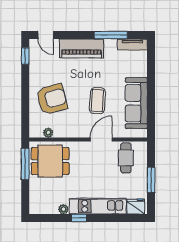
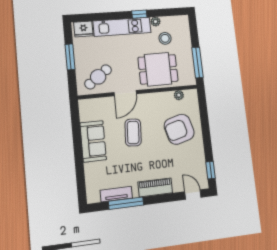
tv unit: (132, 45) -> (116, 194), moved
piano: (82, 48) -> (155, 187), width x0.73, depth x0.75
sofa: (136, 103) -> (93, 141), width x0.73
cafe table: (126, 158) -> (98, 77), turned 53
dining table: (50, 161) -> (158, 69), moved
stool: (56, 191) -> (165, 38), added

